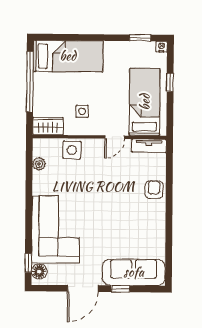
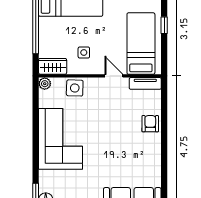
door: (115, 137) -> (114, 76), swing flipped
plant: (39, 164) -> (45, 84), moved
corner sofa: (56, 229) -> (61, 139), moved

